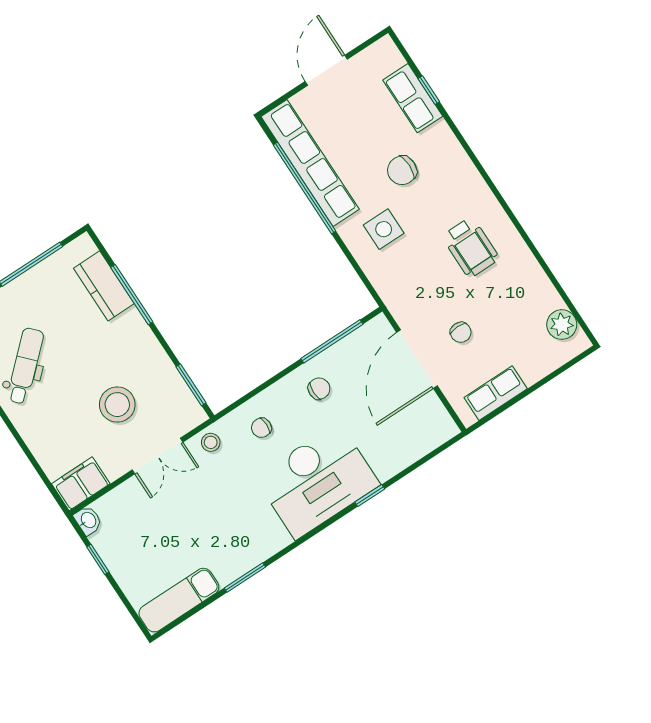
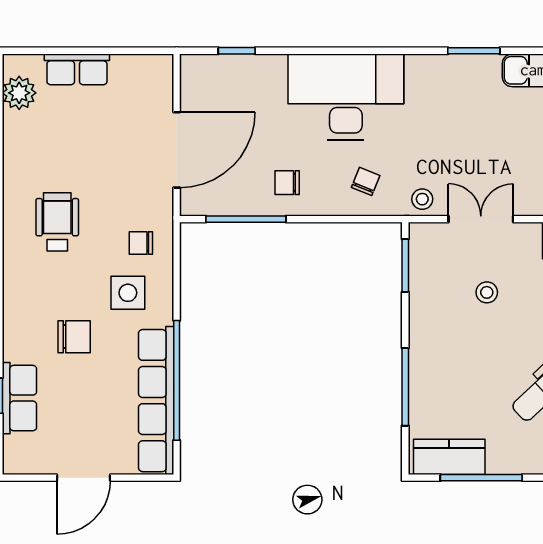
kitchen counter: (104, 286) -> (449, 457), moved, turned -90
chair: (461, 332) -> (141, 243), moved, turned -90
row of seats: (496, 393) -> (77, 69), moved
stool: (117, 405) -> (487, 292), width x0.53, depth x0.53
chair: (261, 428) -> (366, 181), turned -68
window: (370, 496) -> (237, 51), moved

